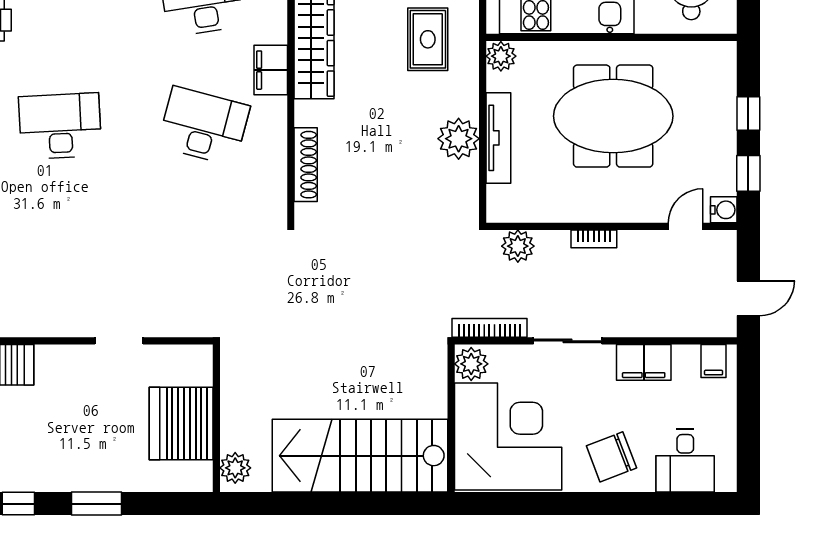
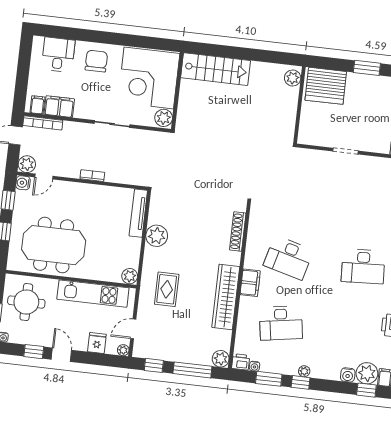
meeting table: (613, 116) -> (54, 245), moved
tv unit: (498, 138) -> (138, 213), moved
plant: (518, 246) -> (27, 164), moved
bookcase: (489, 328) -> (43, 123), moved
filing cabinet: (644, 362) -> (59, 107), moved
server rack: (181, 423) -> (326, 86), moved, turned 90
stairs: (360, 456) -> (216, 69), width x0.73, depth x0.66
chair: (611, 457) -> (96, 61), turned -69

